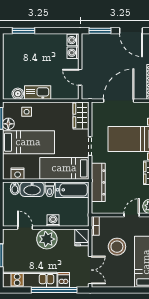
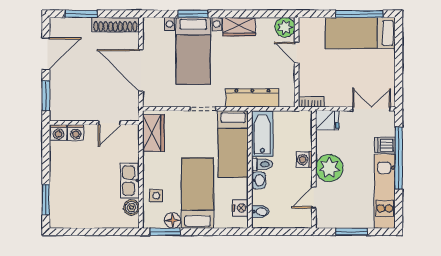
wardrobe: (81, 115) -> (153, 133), moved, turned -90
washbasin: (32, 189) -> (259, 180), width x0.52, depth x0.69
stool: (117, 247) -> (340, 73), removed

